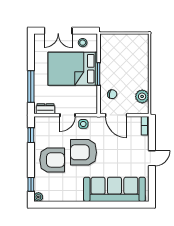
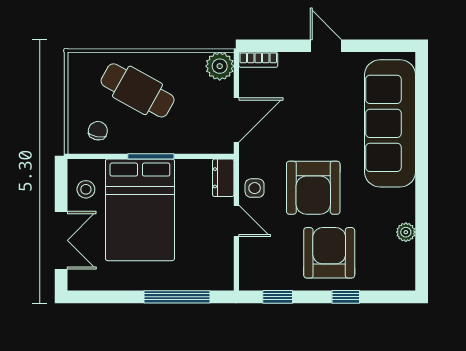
cafe table: (130, 68) -> (138, 90), added
chair: (112, 94) -> (98, 131), moved
plant: (142, 96) -> (220, 66), moved
dresser: (45, 109) -> (223, 178), moved
window: (31, 184) -> (346, 297), moved
plant: (38, 197) -> (406, 232), moved

